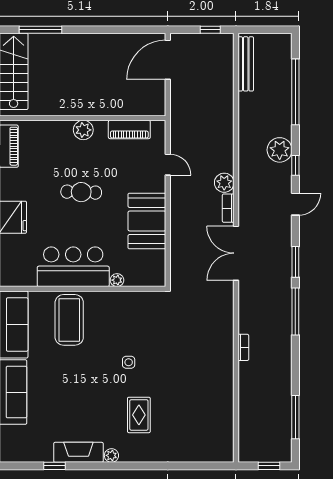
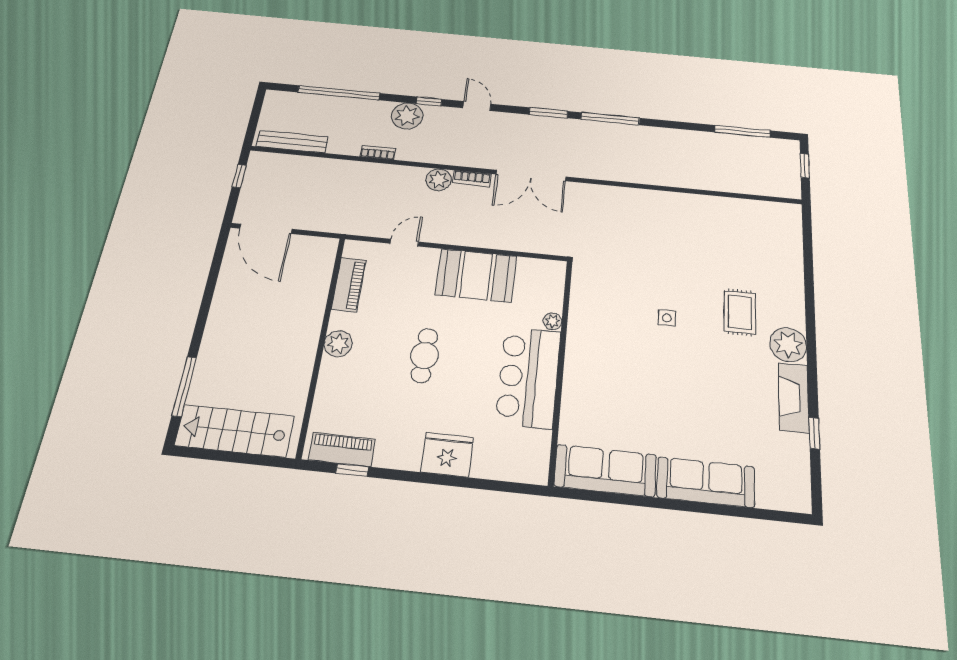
coffee table: (69, 320) -> (604, 390), removed
bookcase: (243, 347) -> (378, 152), moved
rug: (139, 415) -> (740, 312), turned 90
plant: (111, 455) -> (788, 345), width x1.87, depth x1.87

